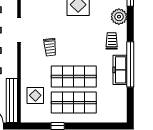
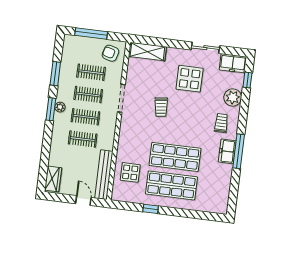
trolley: (50, 47) -> (161, 107), moved
window: (130, 64) -> (239, 151), width x0.68
freezer: (120, 70) -> (227, 151), width x0.71

